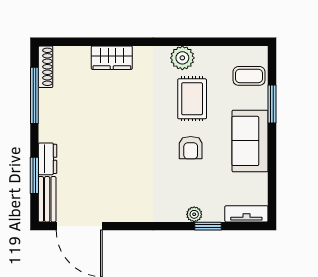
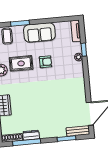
dresser: (47, 159) -> (31, 135), moved

